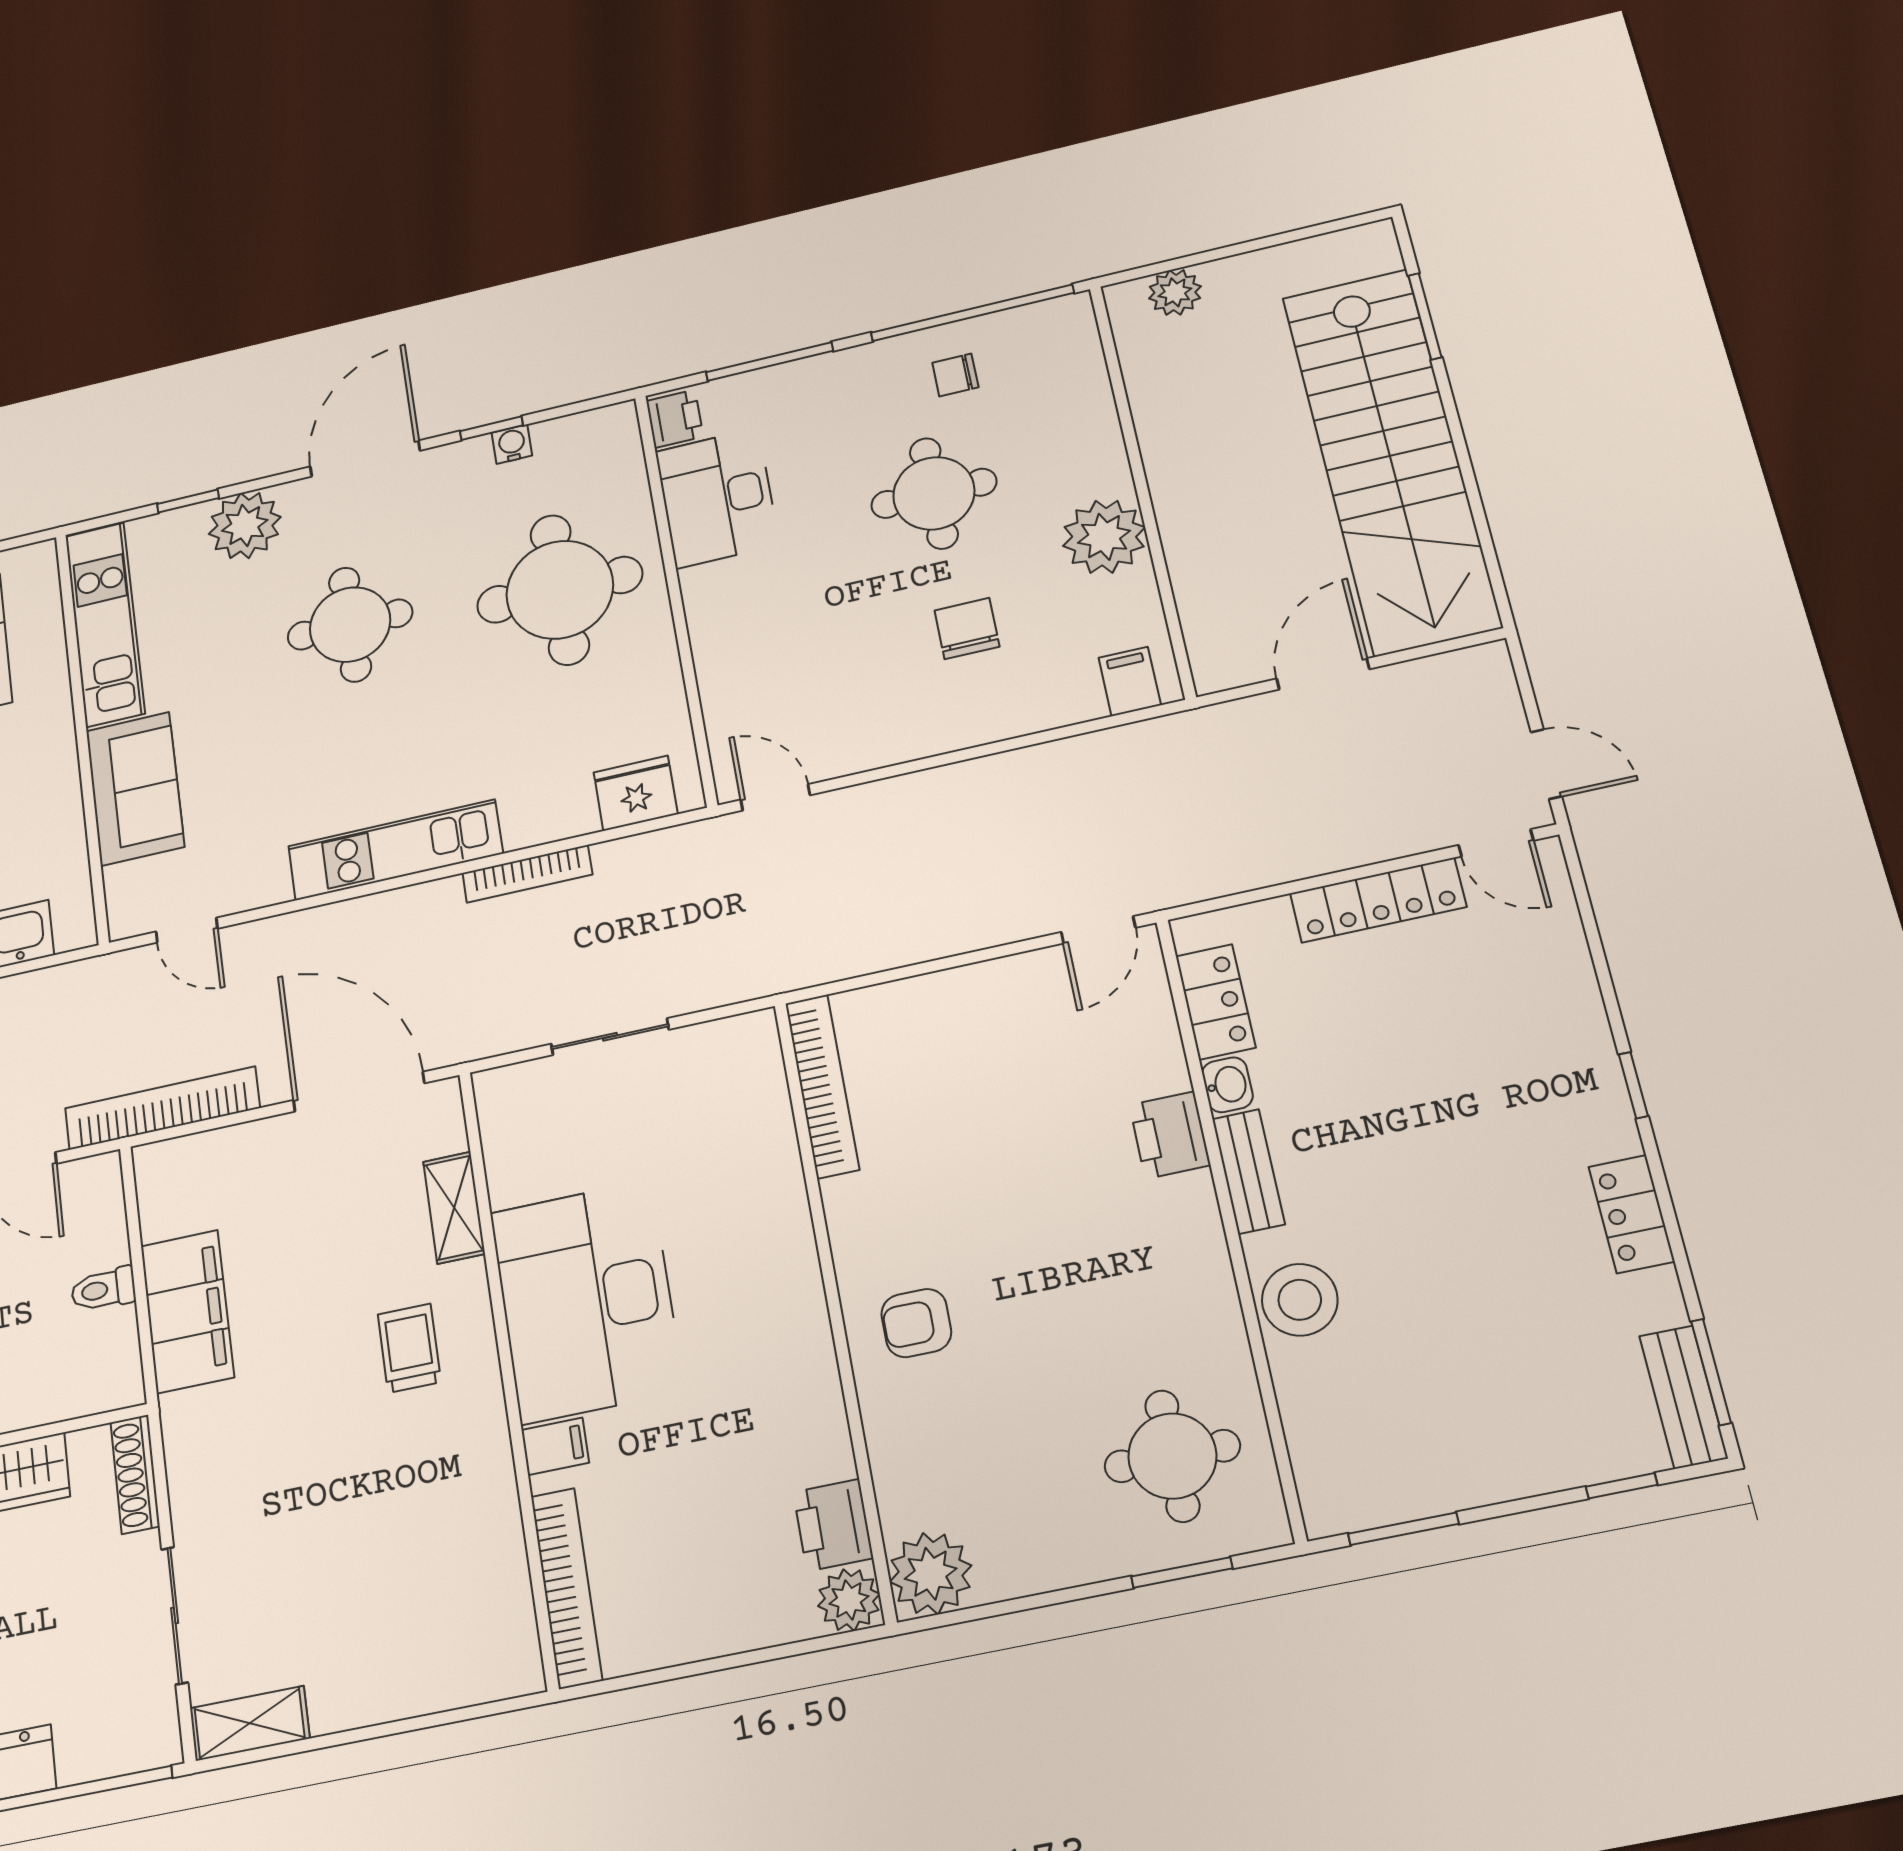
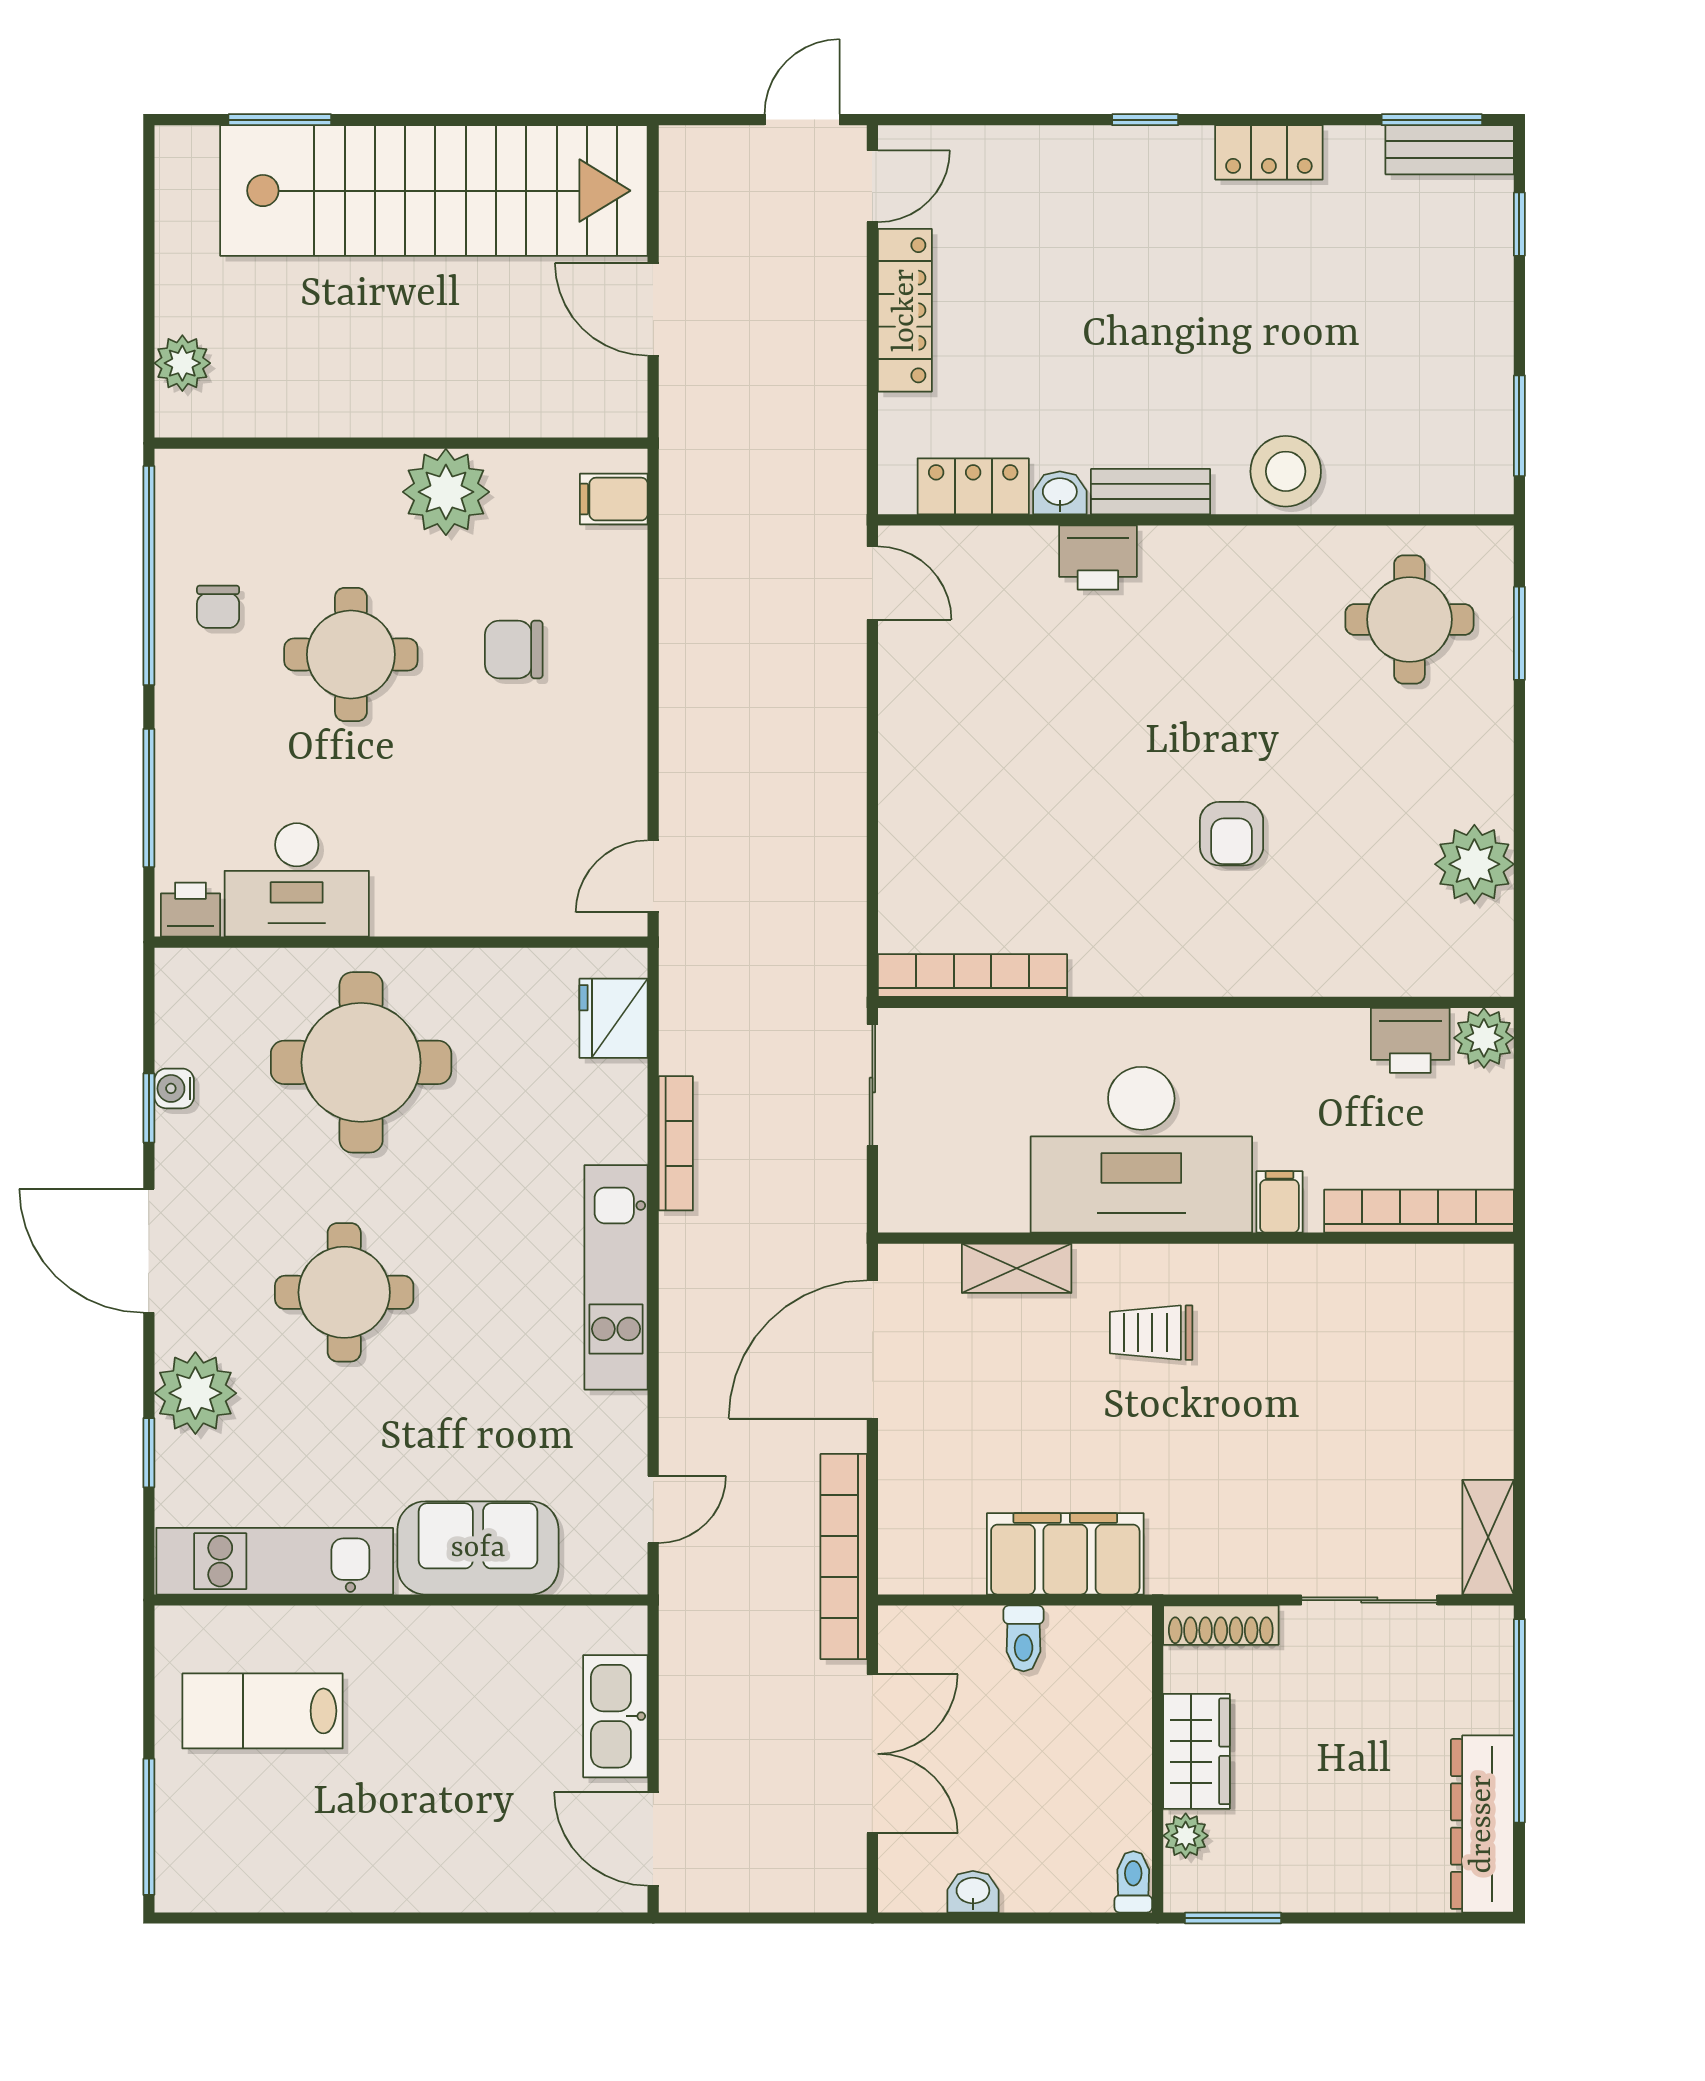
bookcase: (822, 1086) -> (972, 975), moved
wall: (834, 1304) -> (1196, 1002), moved
printer: (833, 1525) -> (1410, 1040), moved
plant: (849, 1600) -> (1484, 1038), moved

